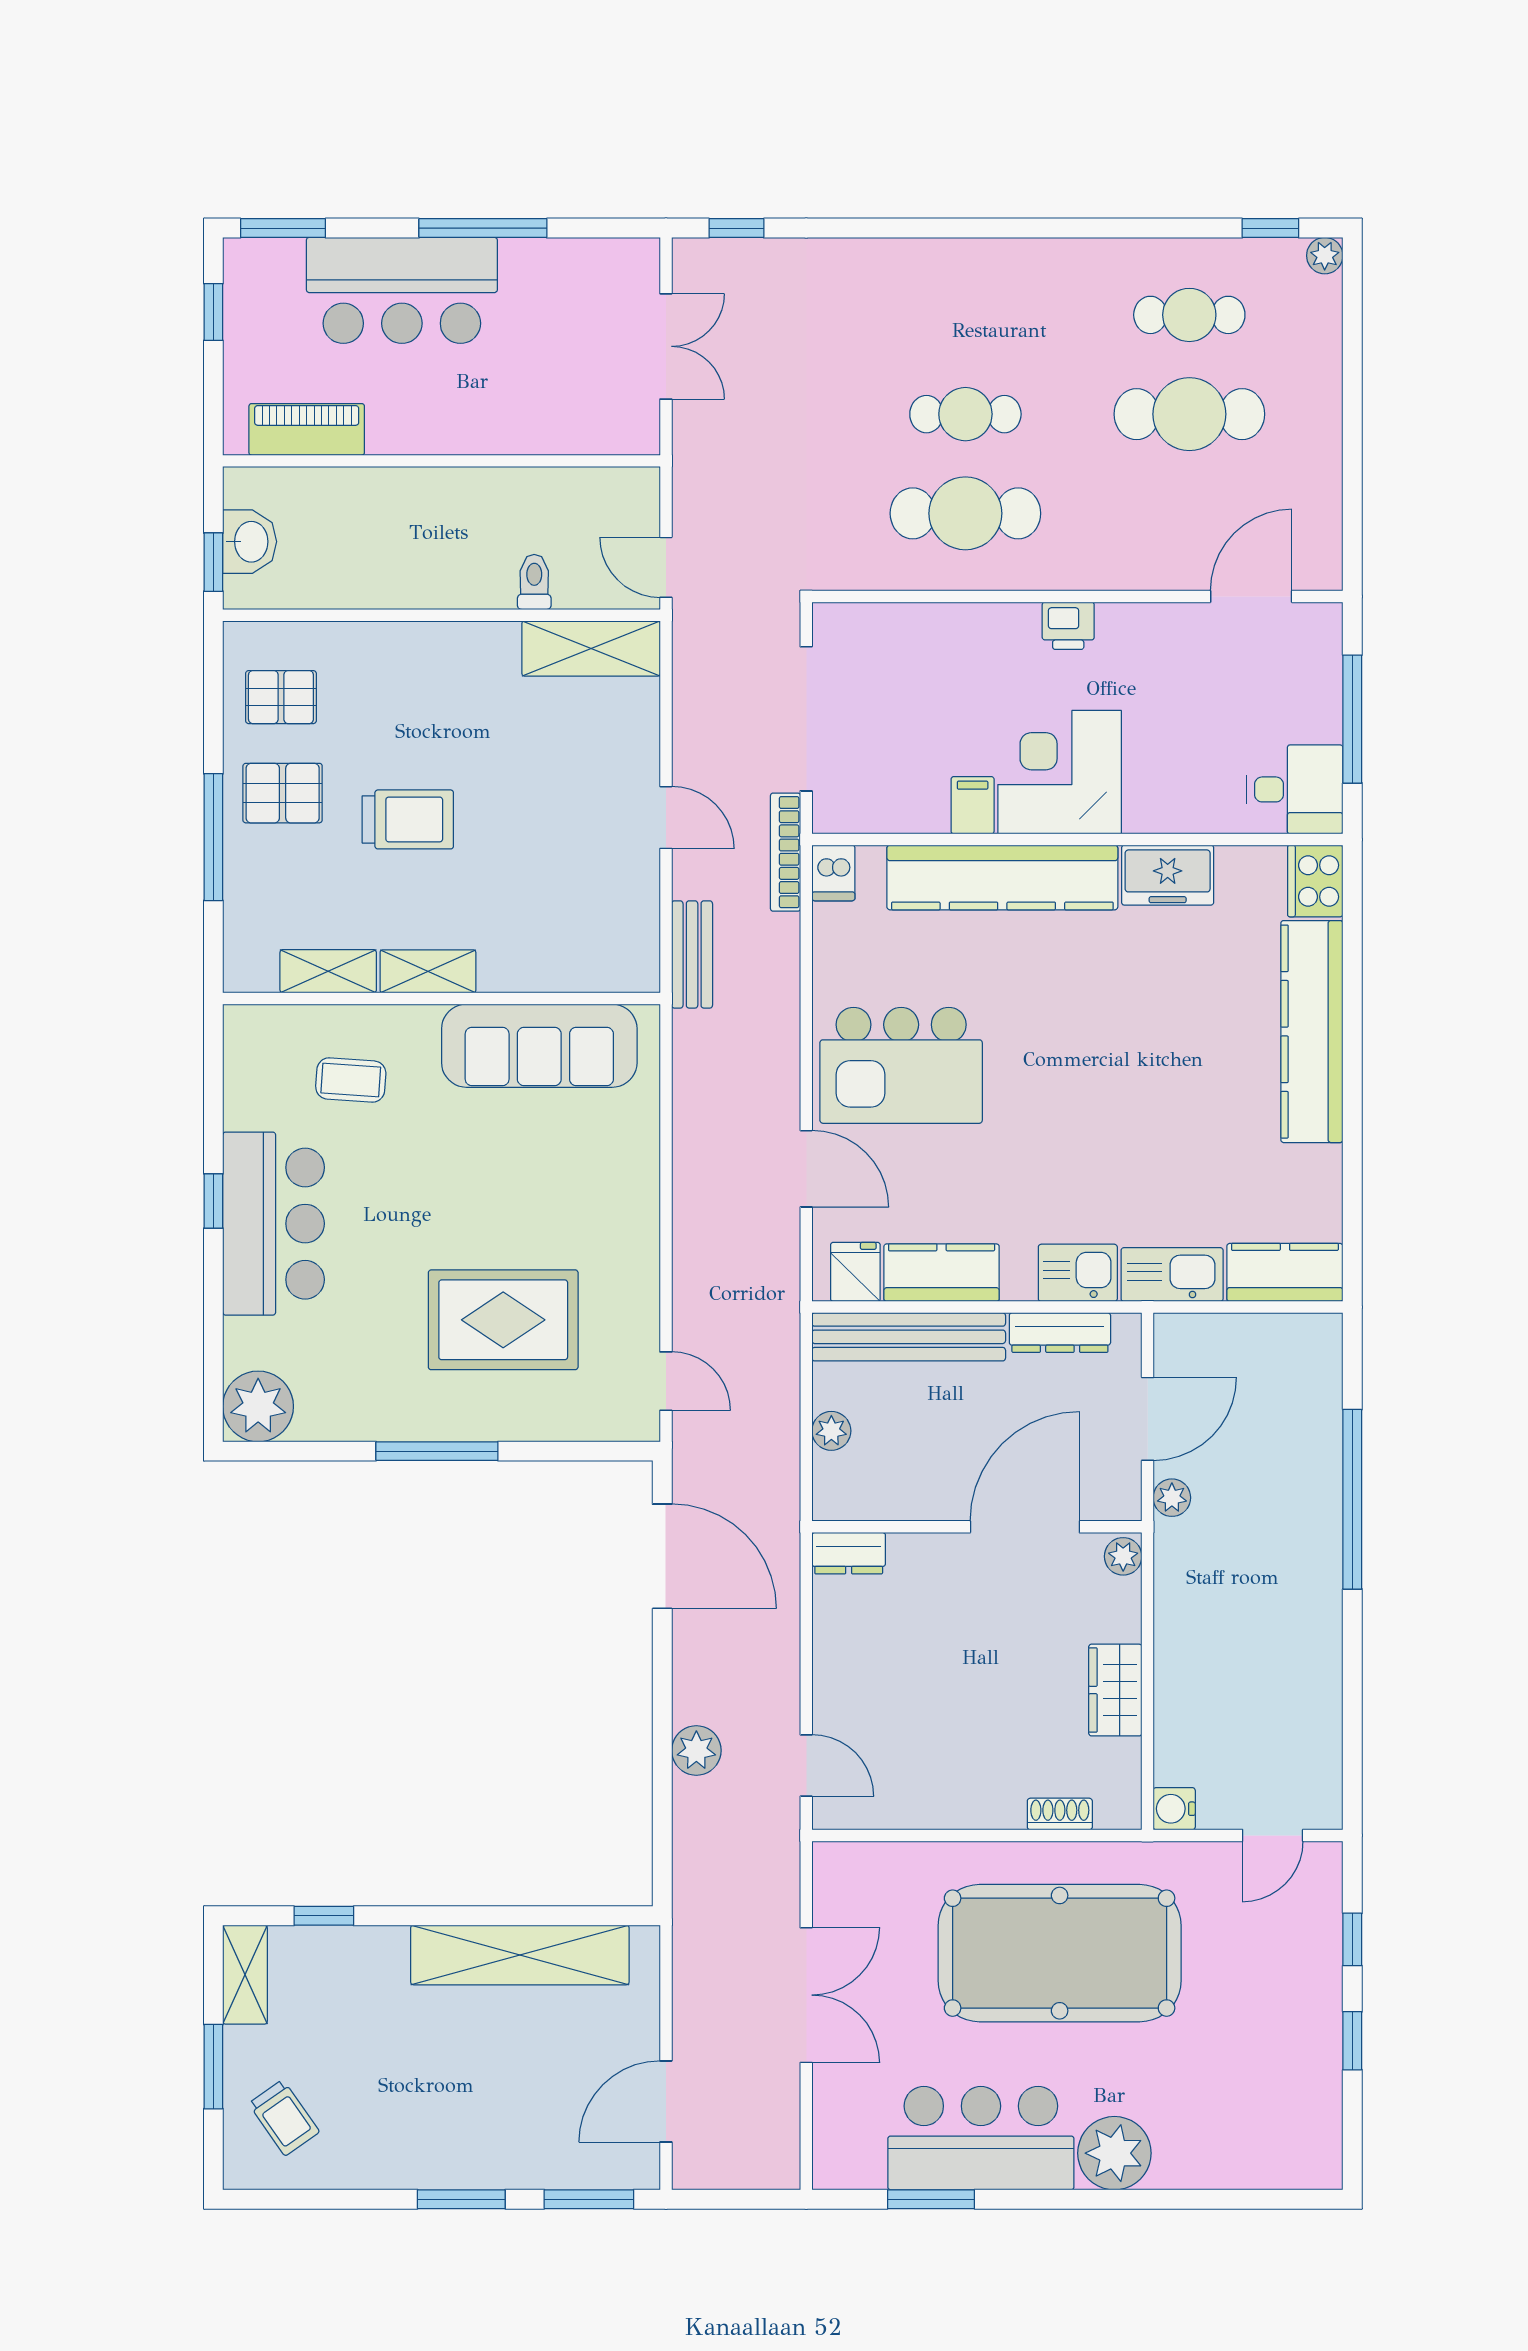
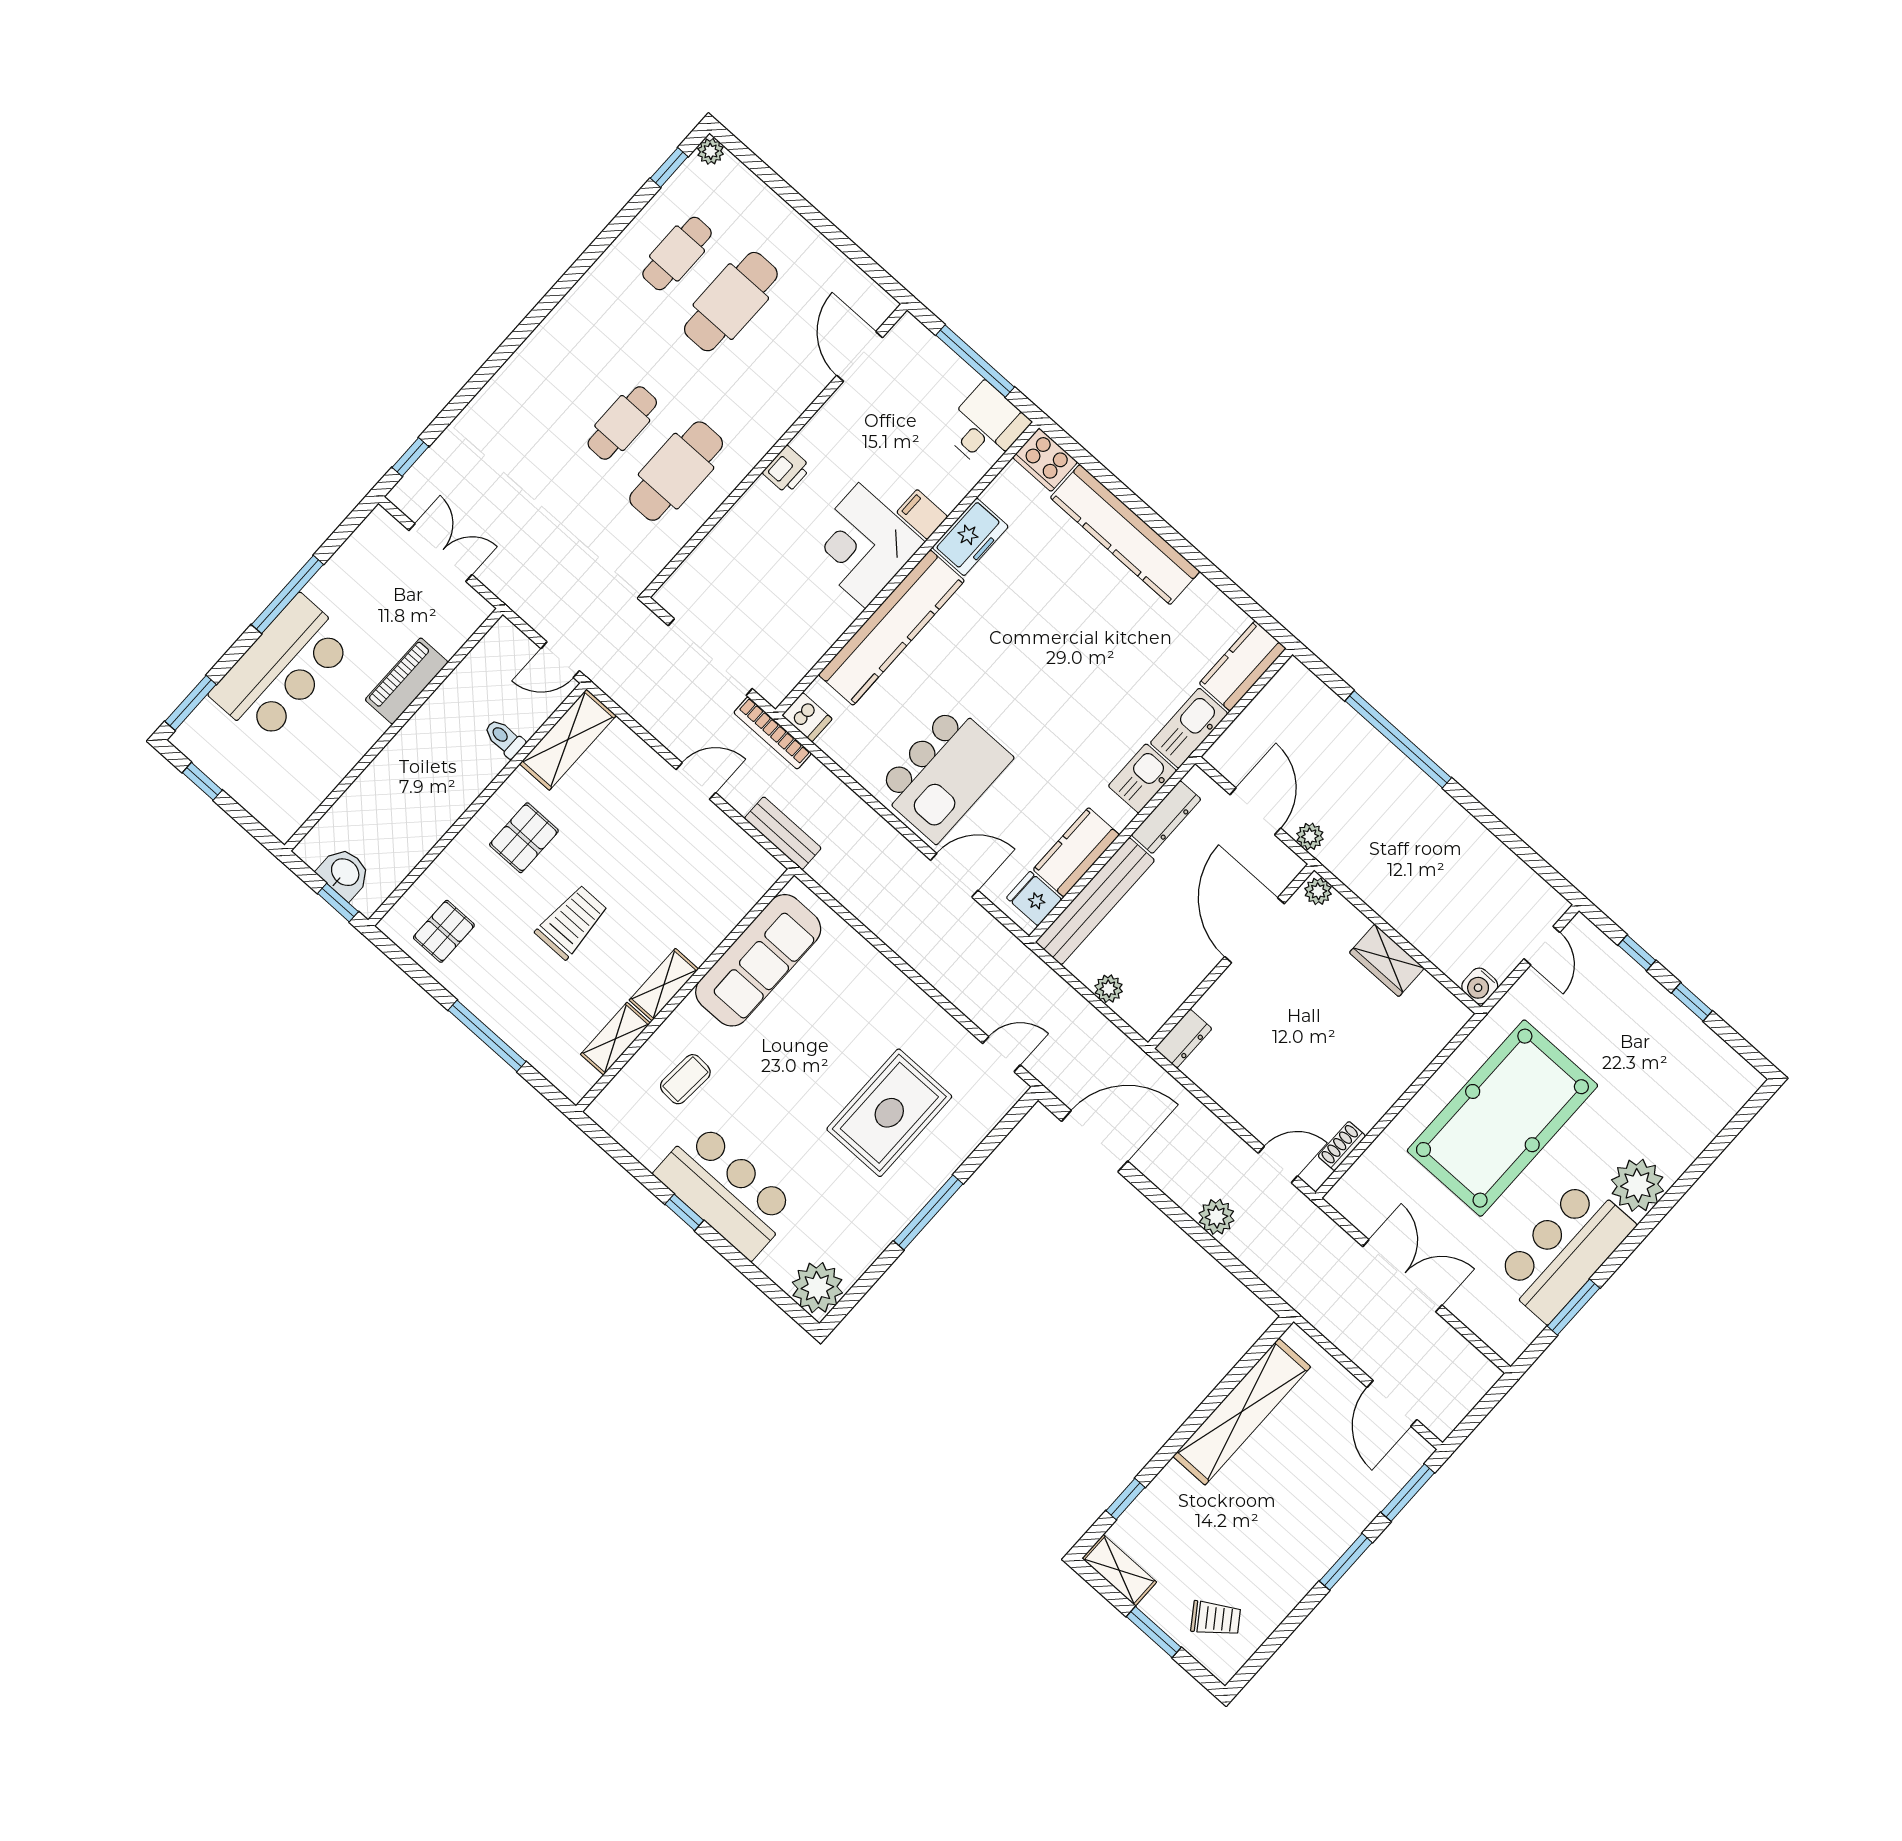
piano: (307, 429) -> (407, 681), moved
pallet: (283, 793) -> (524, 838), moved
filing cabinet: (973, 805) -> (922, 514), moved
shoe rack: (1060, 1814) -> (1342, 1146), moved

